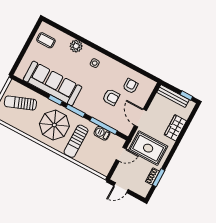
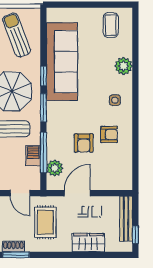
armchair: (130, 86) -> (109, 134), moved
plant: (117, 124) -> (55, 168), added
rug: (148, 148) -> (45, 222), width x0.73, depth x0.70

